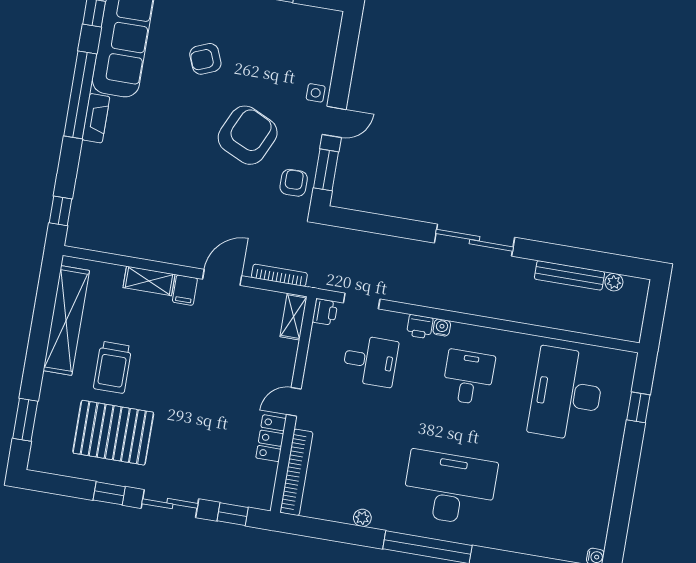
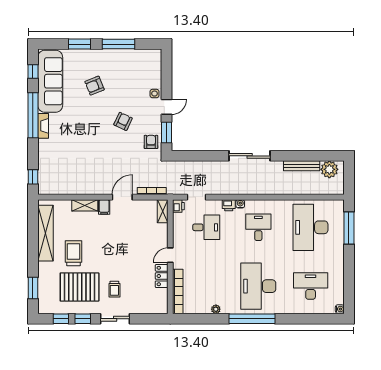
armchair: (248, 135) -> (123, 121), width x0.53, depth x0.53
plant: (614, 282) -> (329, 169), width x1.88, depth x1.88
trolley: (113, 367) -> (73, 253), turned 180
window: (638, 407) -> (349, 228), width x2.17
trolley: (178, 448) -> (114, 289), added
desk: (450, 488) -> (258, 286), turned -90
desk: (548, 505) -> (311, 286), added
window: (233, 514) -> (61, 319), moved

